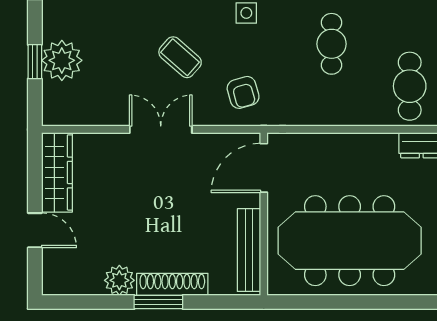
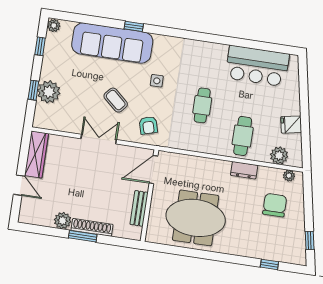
meeting table: (350, 241) -> (196, 218), width x0.73
bench: (249, 250) -> (139, 208), width x0.73

